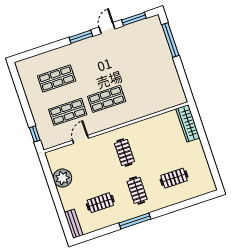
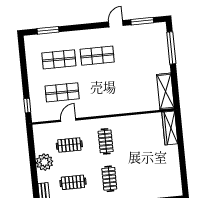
window: (81, 37) -> (48, 30), moved
shelving: (175, 86) -> (165, 91), added
shop shelf: (107, 99) -> (97, 56), moved
plant: (62, 178) -> (44, 162), moved
clothes rail: (174, 178) -> (69, 145), moved

